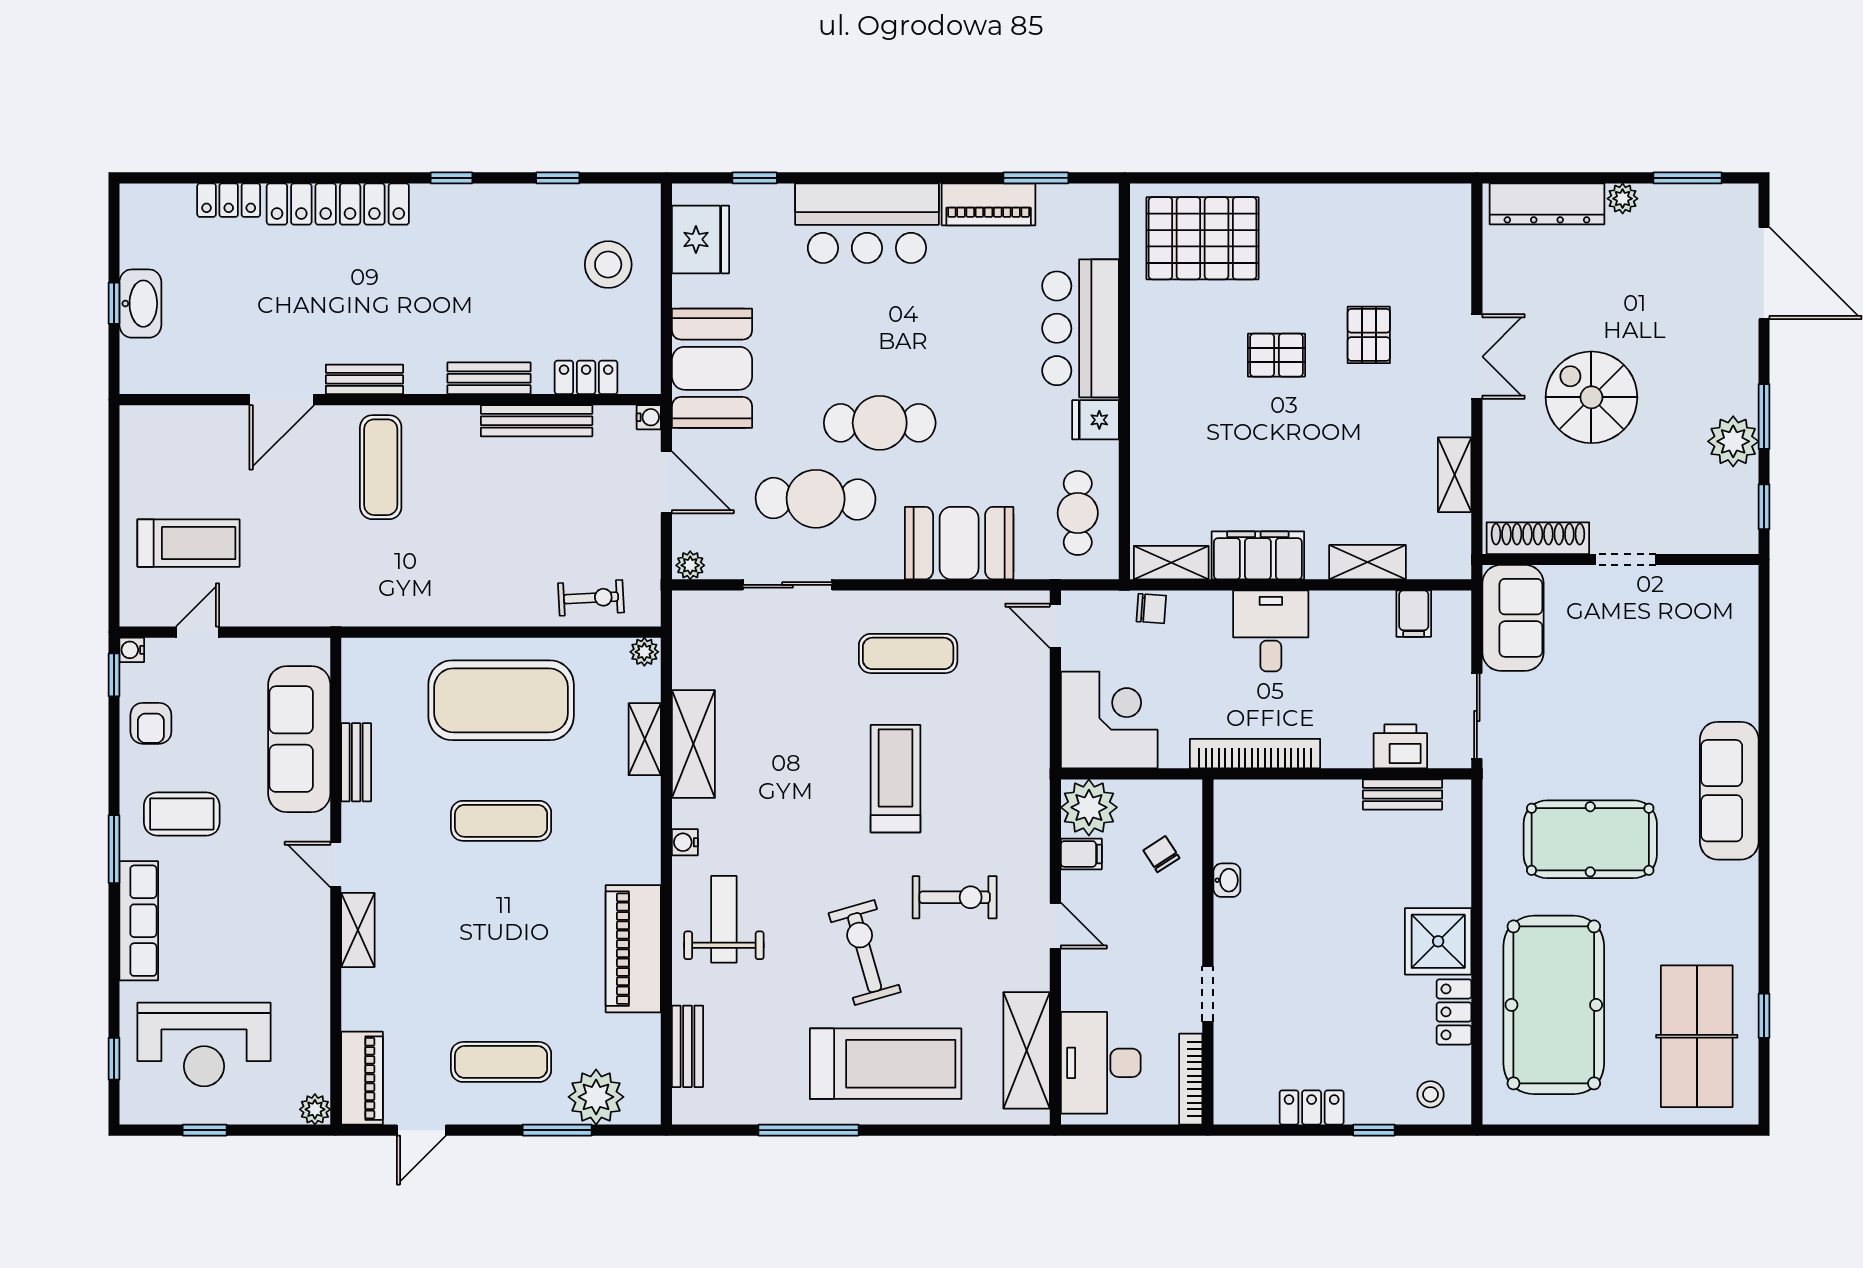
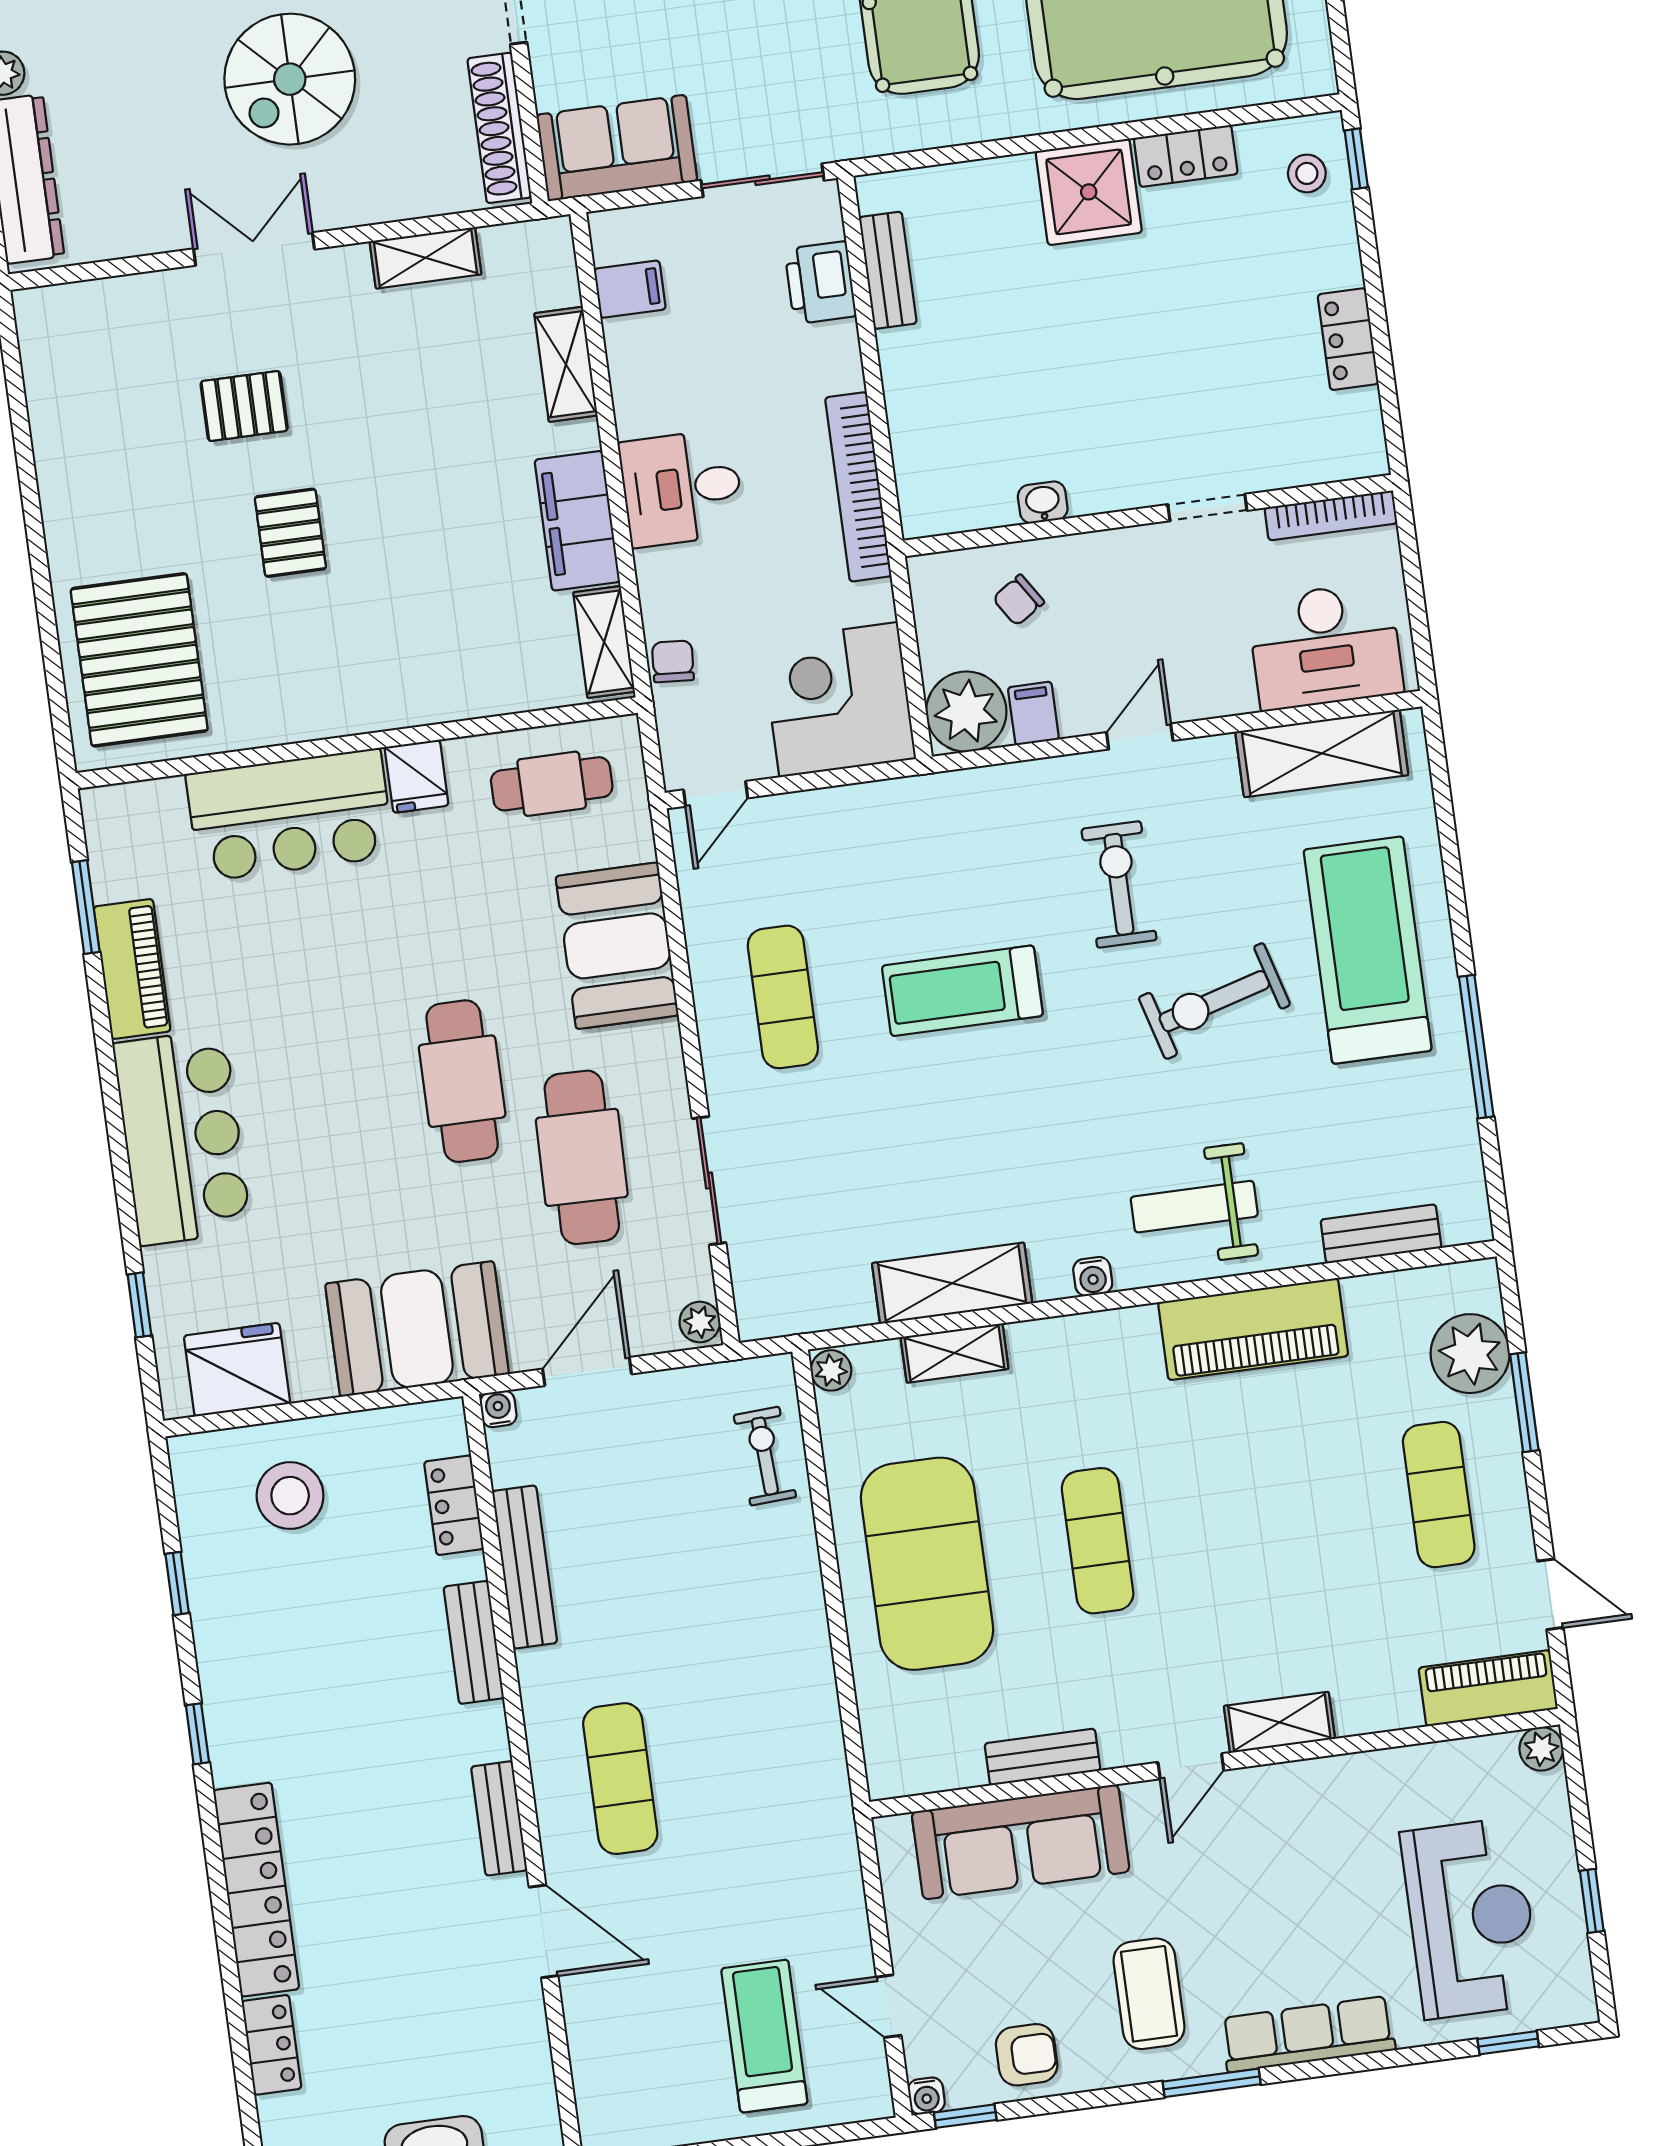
exercise mat: (381, 467) -> (620, 1779), turned 90
window: (1374, 1130) -> (1356, 159), moved

